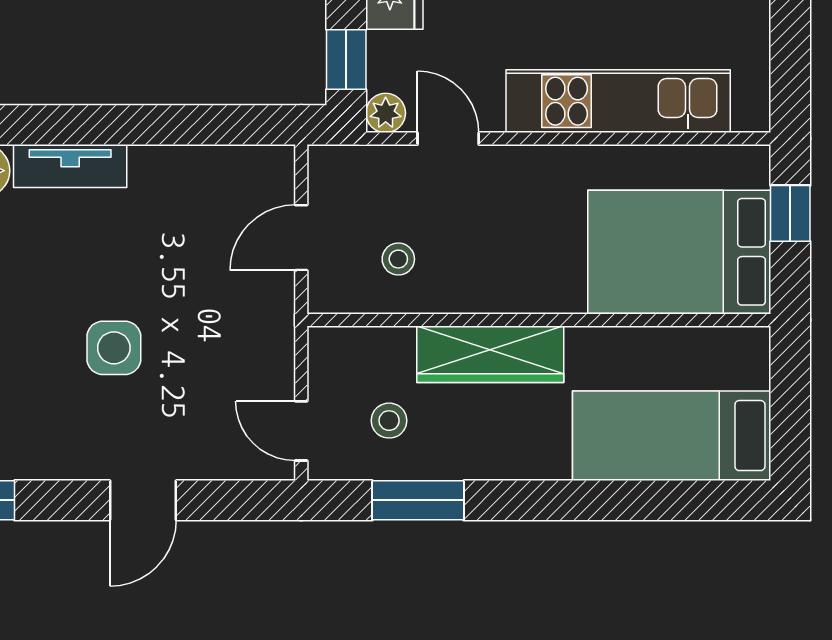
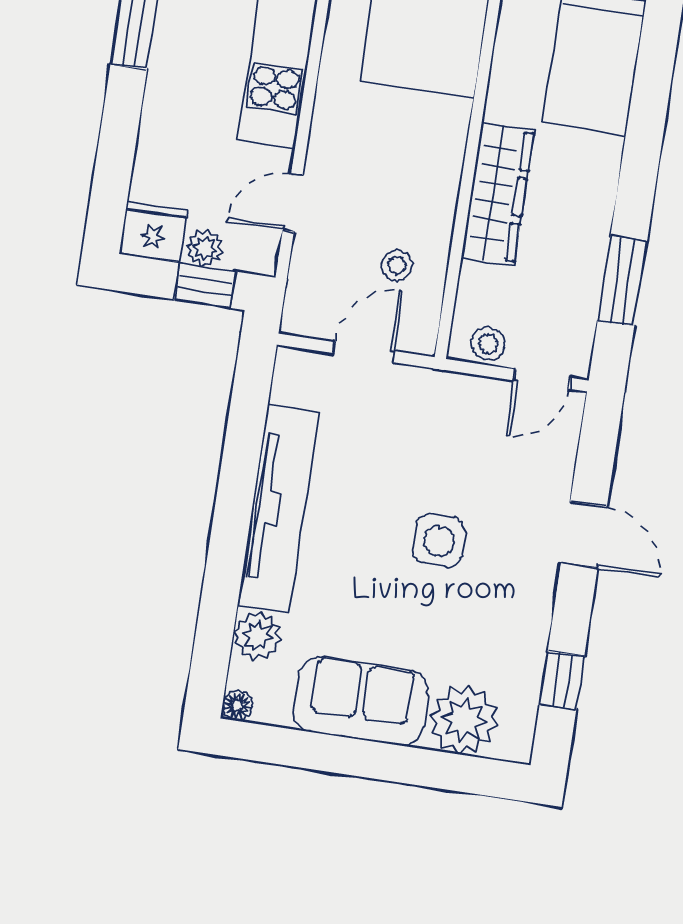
plant: (386, 113) -> (205, 248), moved
tv unit: (70, 166) -> (278, 508), width x1.92, depth x1.29
door: (301, 238) -> (363, 352), swing flipped
stool: (389, 421) -> (488, 344), moved

